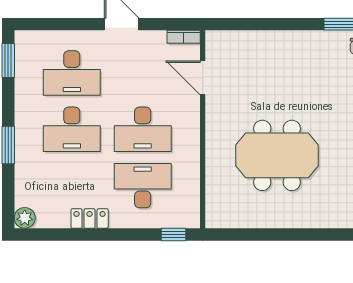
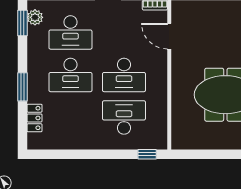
plant: (25, 218) -> (35, 17), moved
locker: (90, 218) -> (35, 118), moved, turned 90

